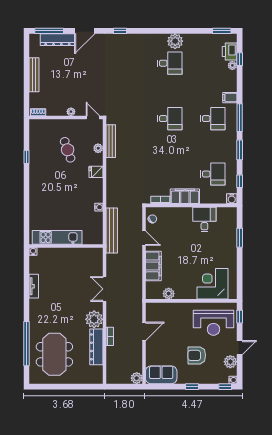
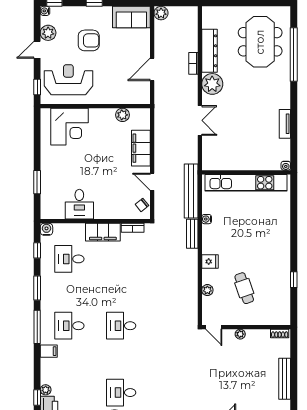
bench: (111, 141) -> (192, 234), moved, width x0.73
kitchen unit: (57, 237) -> (246, 183), width x1.36

